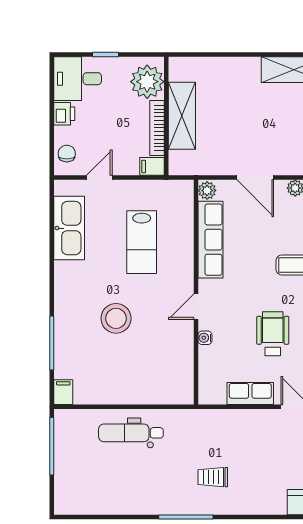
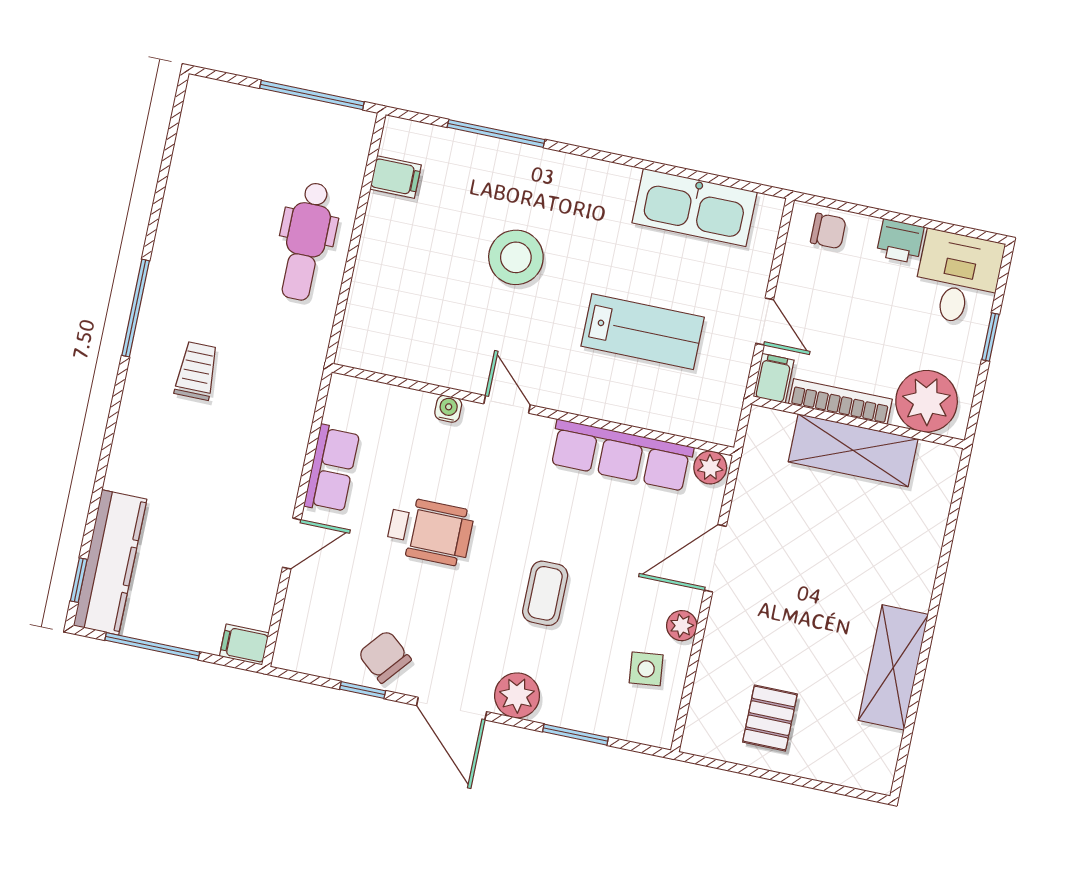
door: (99, 178) -> (765, 321), moved
lab bench: (142, 242) -> (643, 332), turned 180
filing cabinet: (63, 392) -> (396, 177), moved
dental chair: (131, 433) -> (306, 241), turned 180

